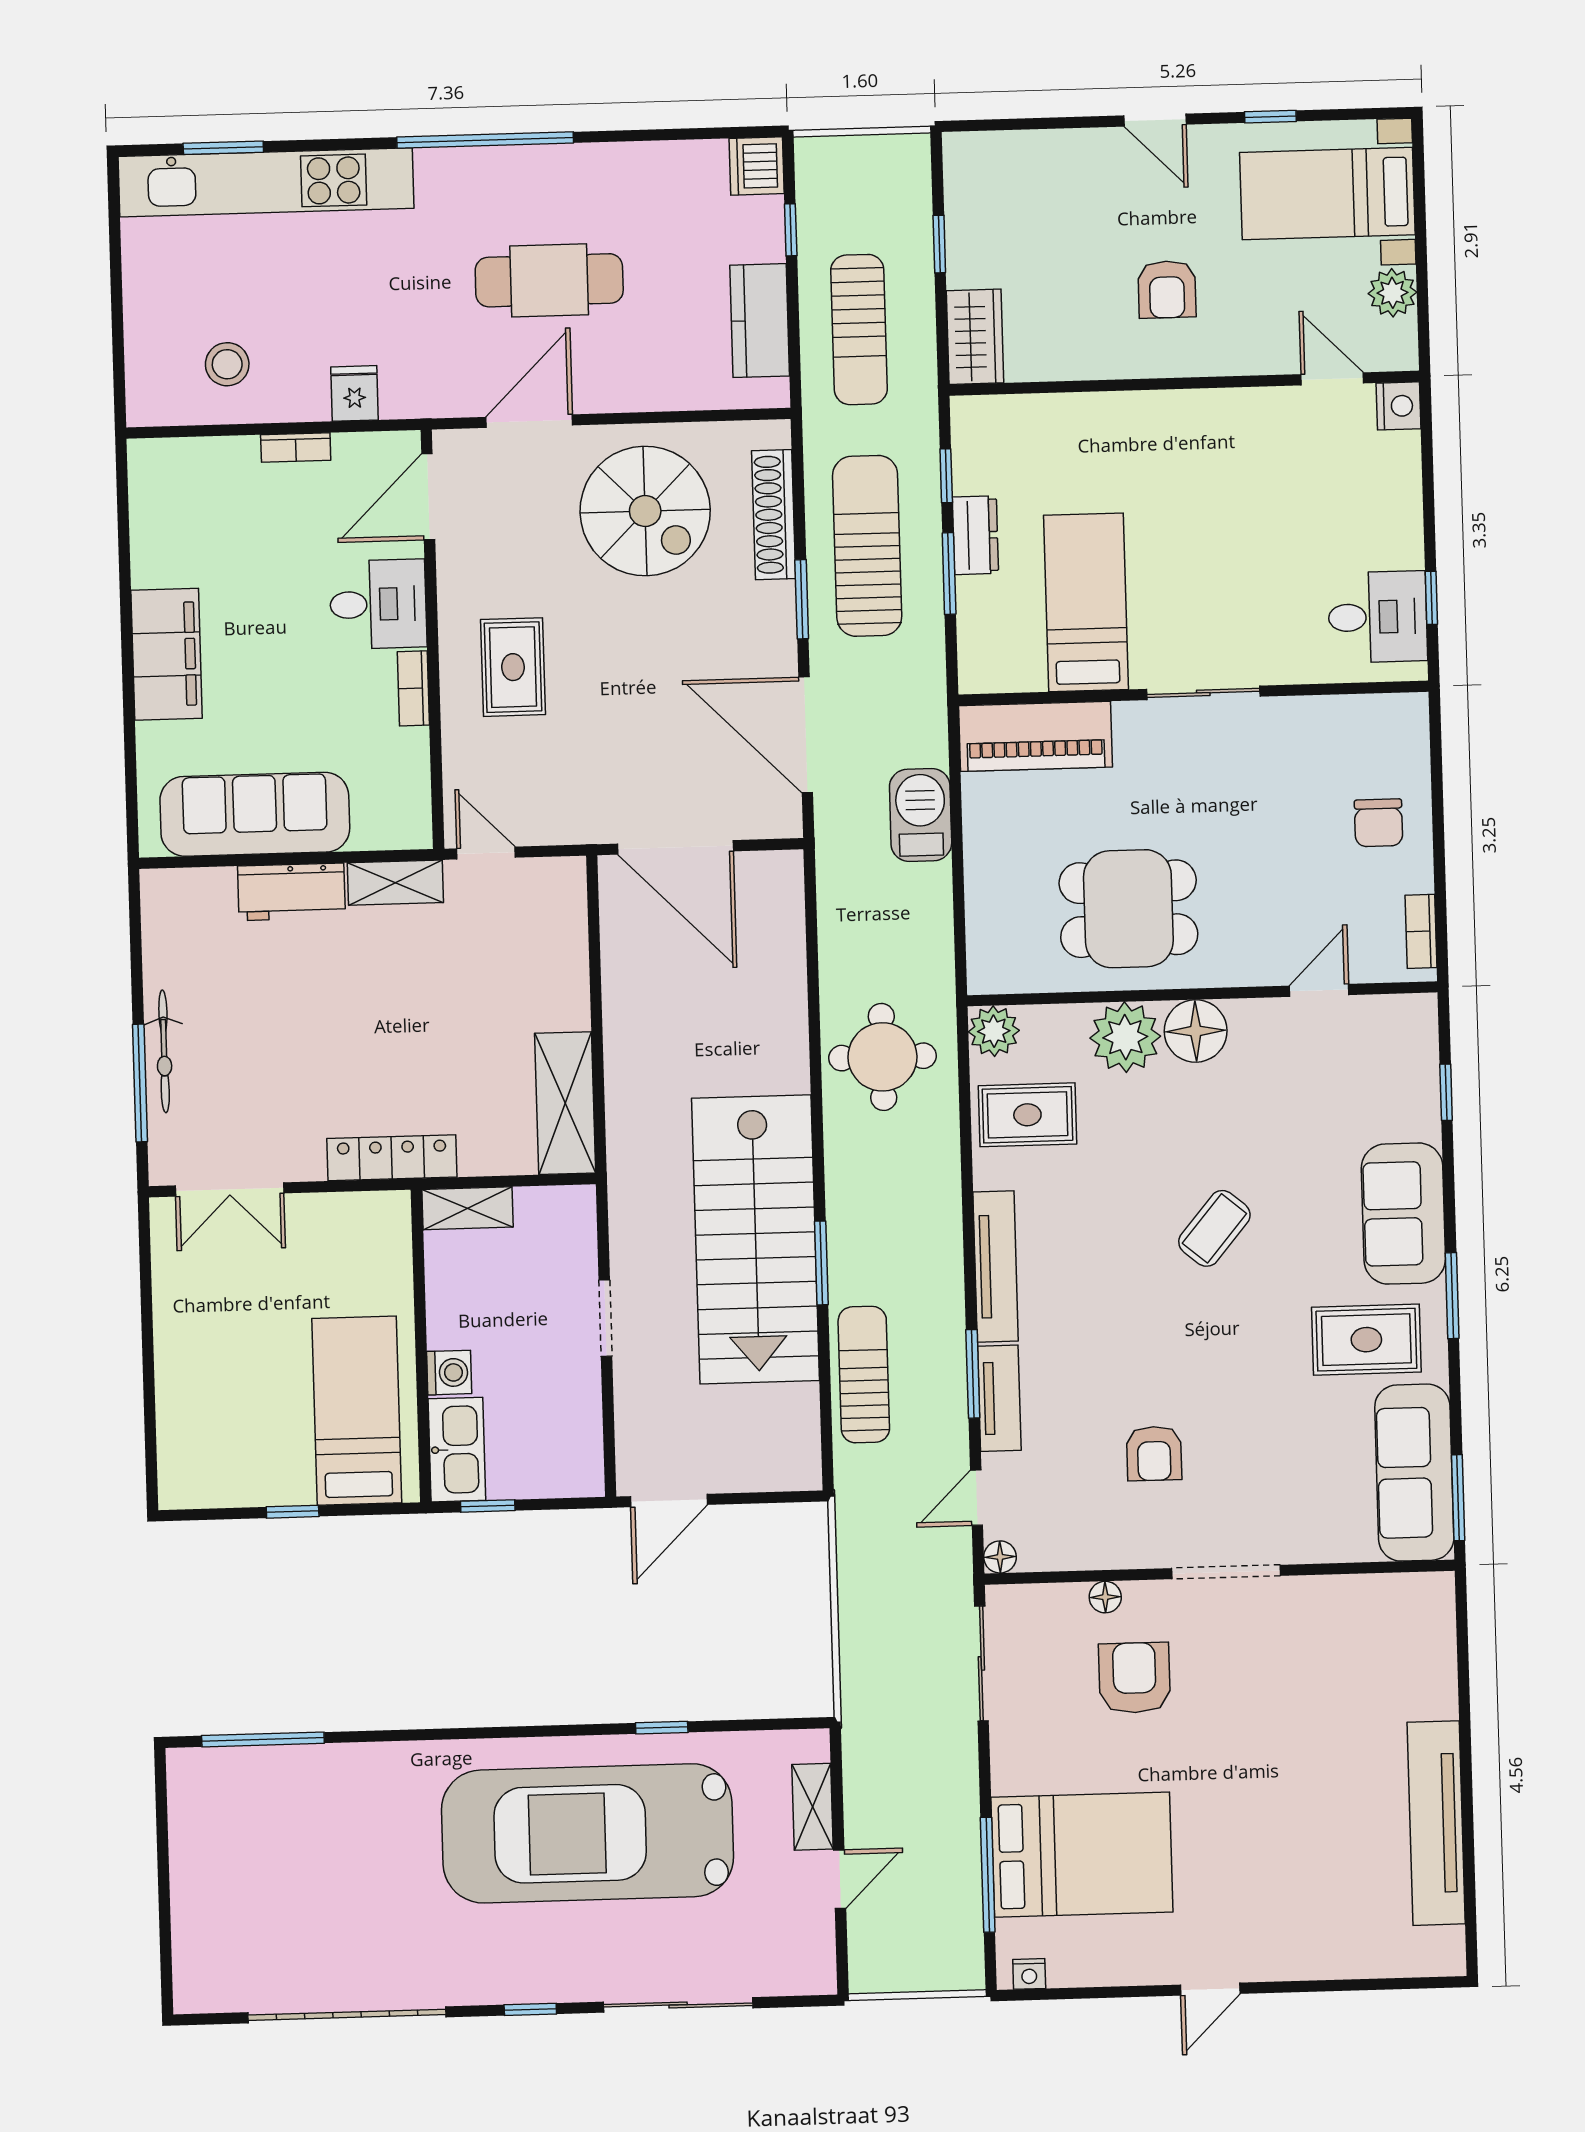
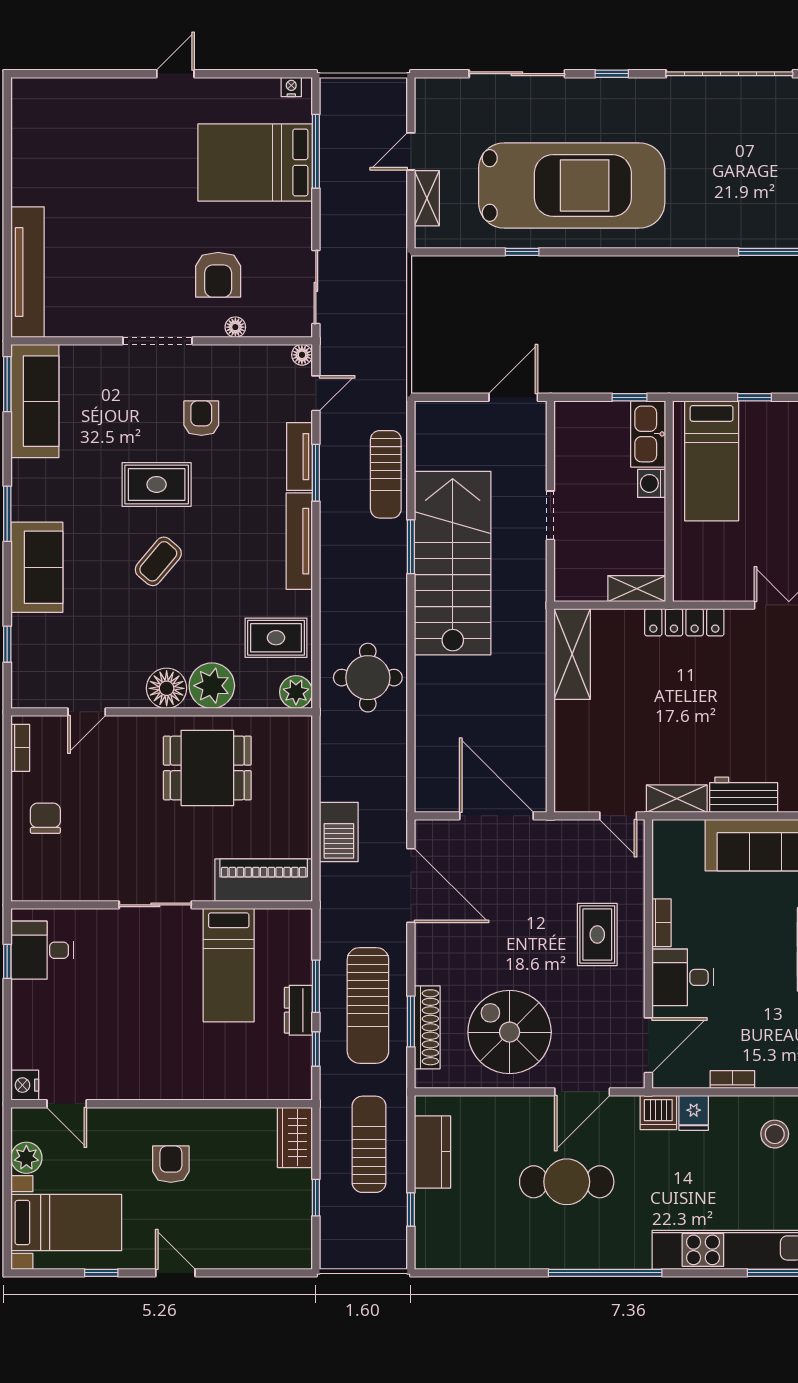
dishwasher: (757, 166) -> (658, 1113), moved, turned 90
window: (802, 599) -> (411, 1021), moved
rug: (1366, 1340) -> (157, 484), moved
tv unit: (1436, 1823) -> (27, 272), moved

